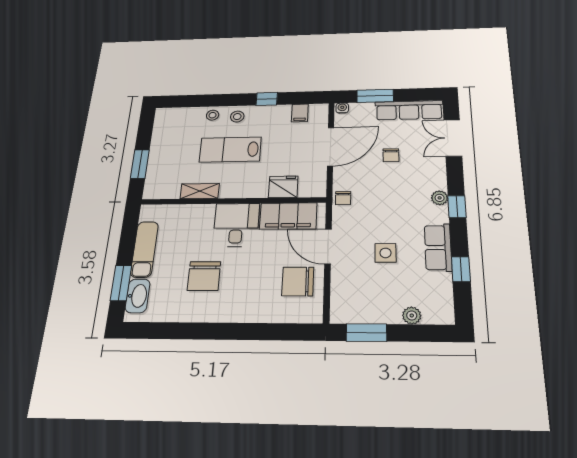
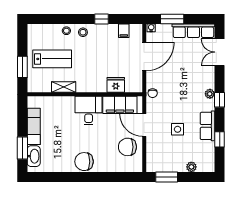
lab bench: (230, 149) -> (52, 59), moved, turned 180
chair: (391, 155) -> (182, 64), removed
chair: (204, 276) -> (84, 162), moved, turned 90

